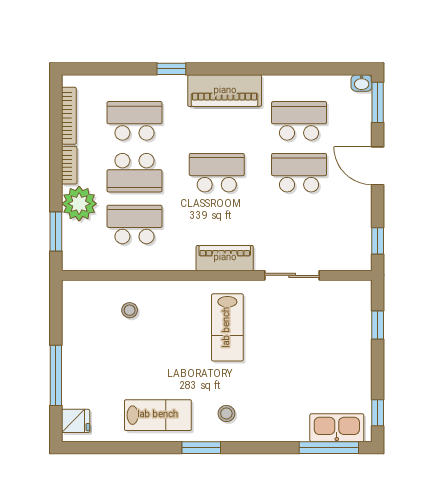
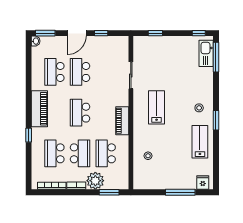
window: (378, 241) -> (101, 33), moved
piano: (225, 258) -> (122, 121), moved
lab bench: (227, 327) -> (157, 107), turned -90

